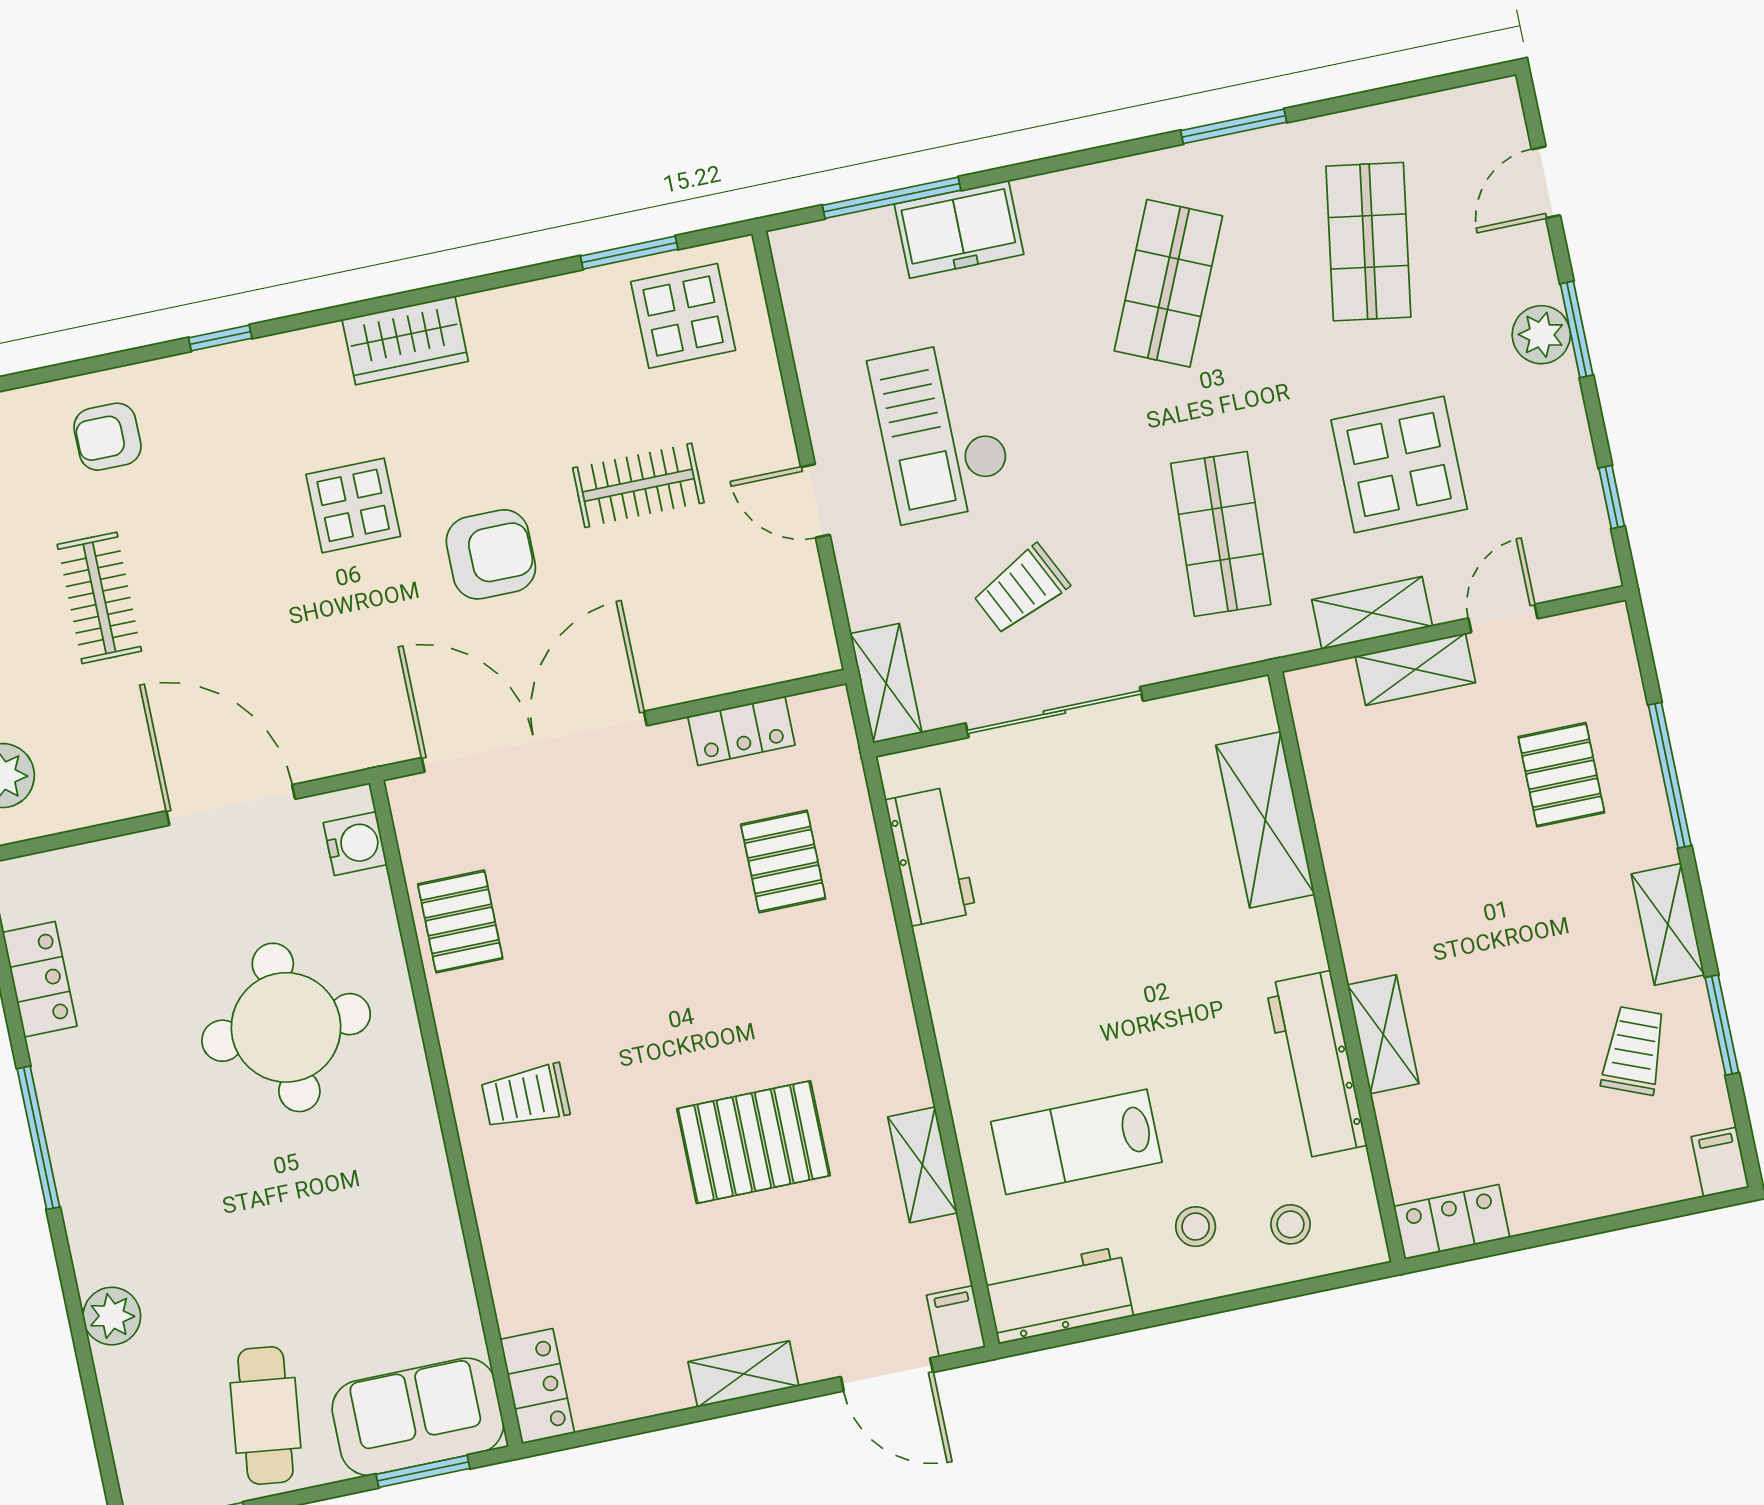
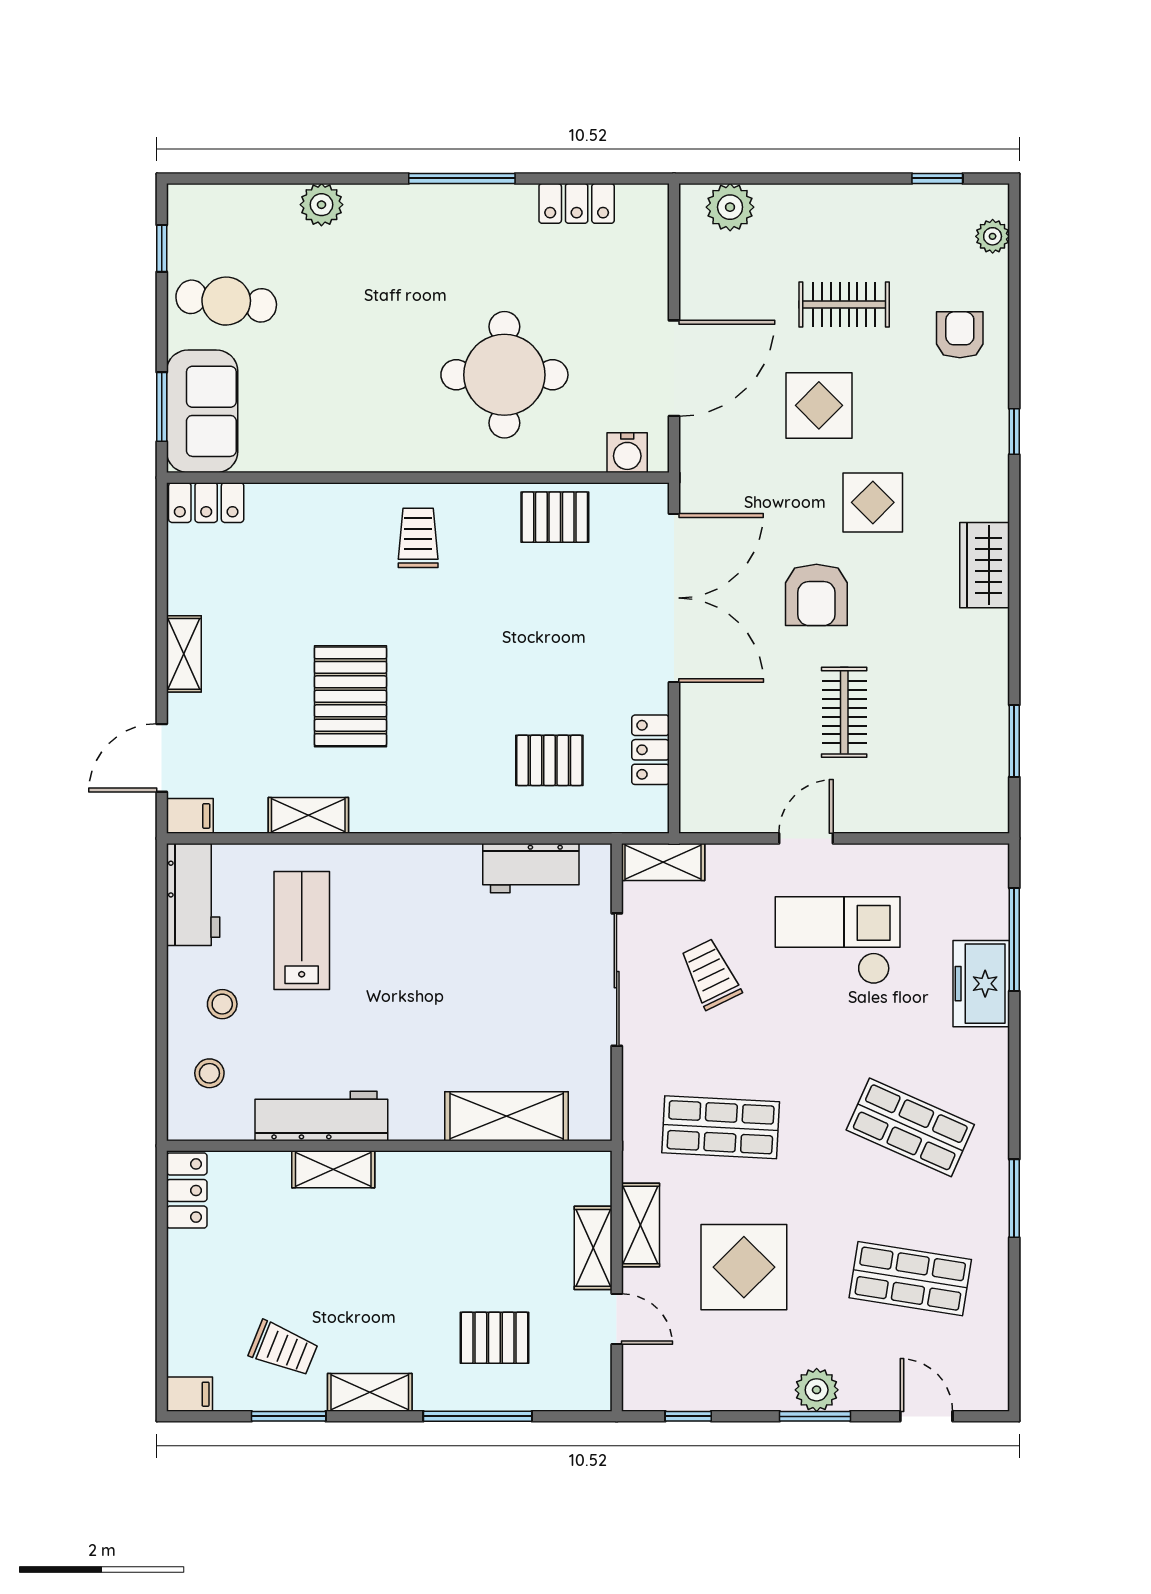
display table: (683, 316) -> (819, 405), moved

